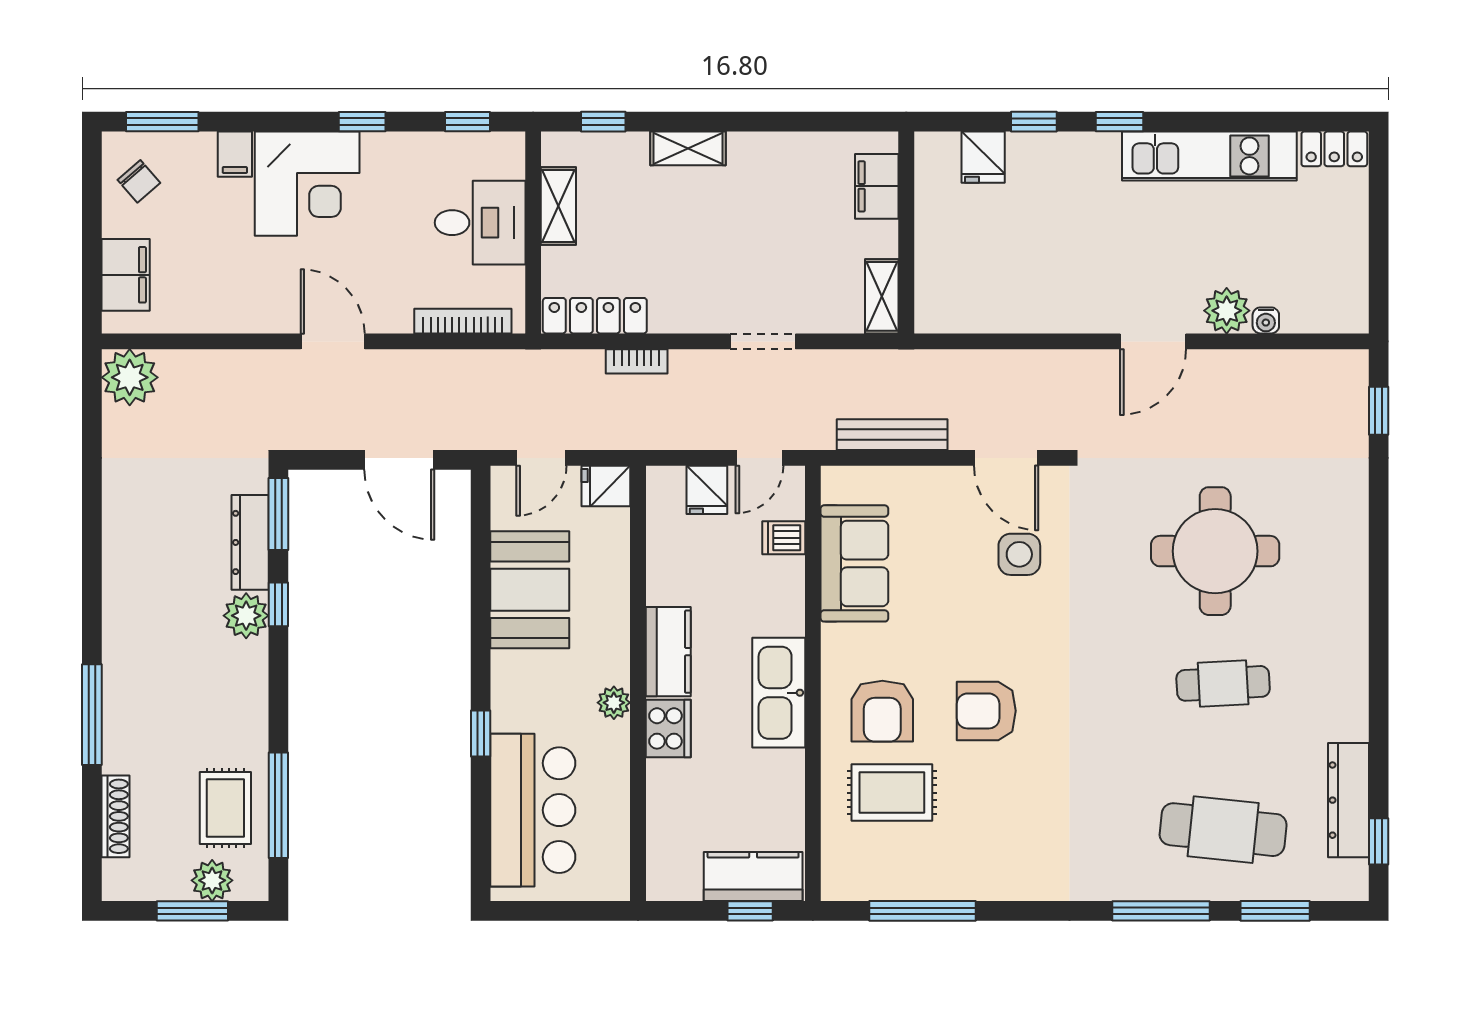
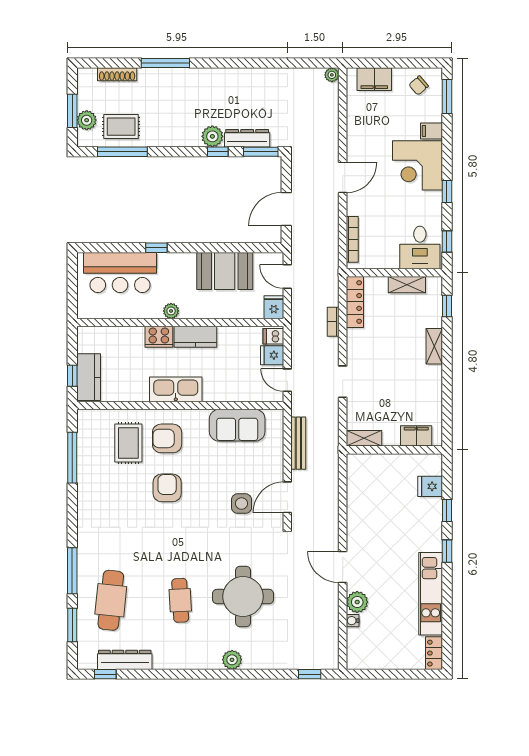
desk: (480, 223) -> (420, 247), moved
plant: (130, 377) -> (332, 75), width x0.53, depth x0.53
dishwasher: (784, 538) -> (273, 336), moved, turned -90
plant: (1348, 574) -> (232, 660), added

